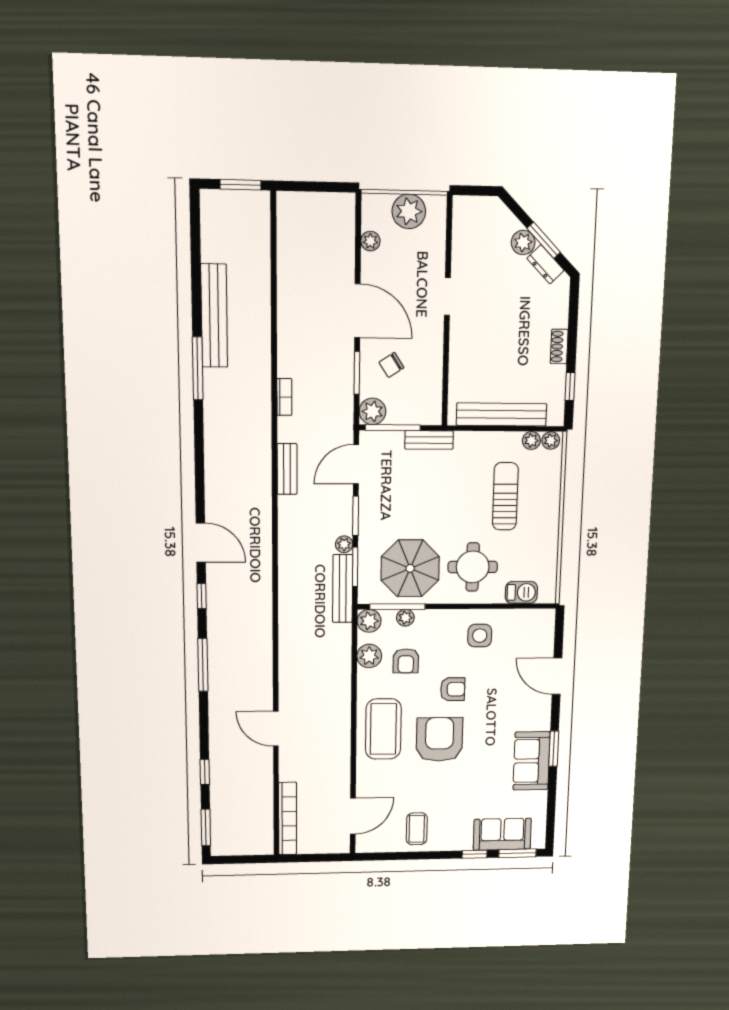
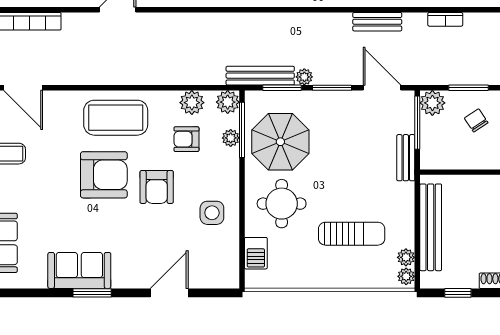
armchair: (453, 689) -> (157, 187), width x1.38, depth x1.38

